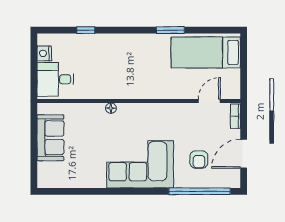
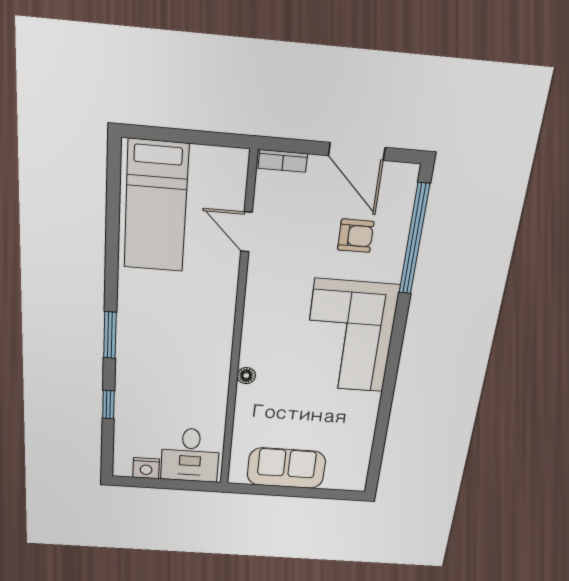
window: (171, 30) -> (110, 335), moved
door: (209, 101) -> (246, 232), moved

